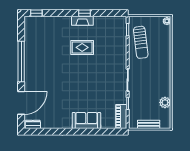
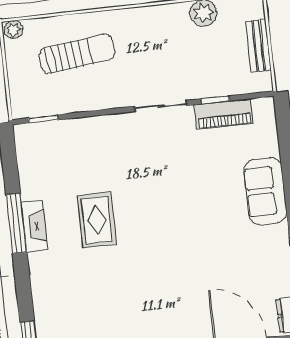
window: (84, 13) -> (16, 223), width x2.17
sun lounger: (141, 42) -> (77, 54), moved
piano: (121, 117) -> (224, 114), moved

